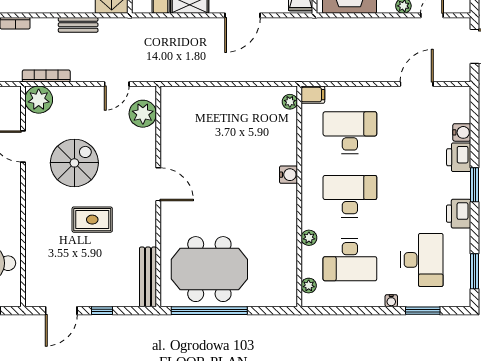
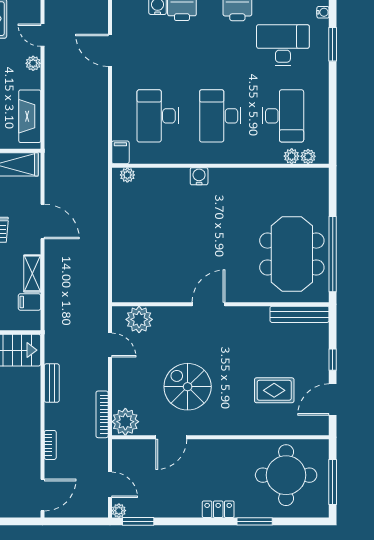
rug: (92, 220) -> (274, 390), moved, turned 90
plant: (309, 238) -> (292, 156), moved
water cooler: (391, 301) -> (323, 12), moved
door: (61, 311) -> (333, 400), swing flipped

